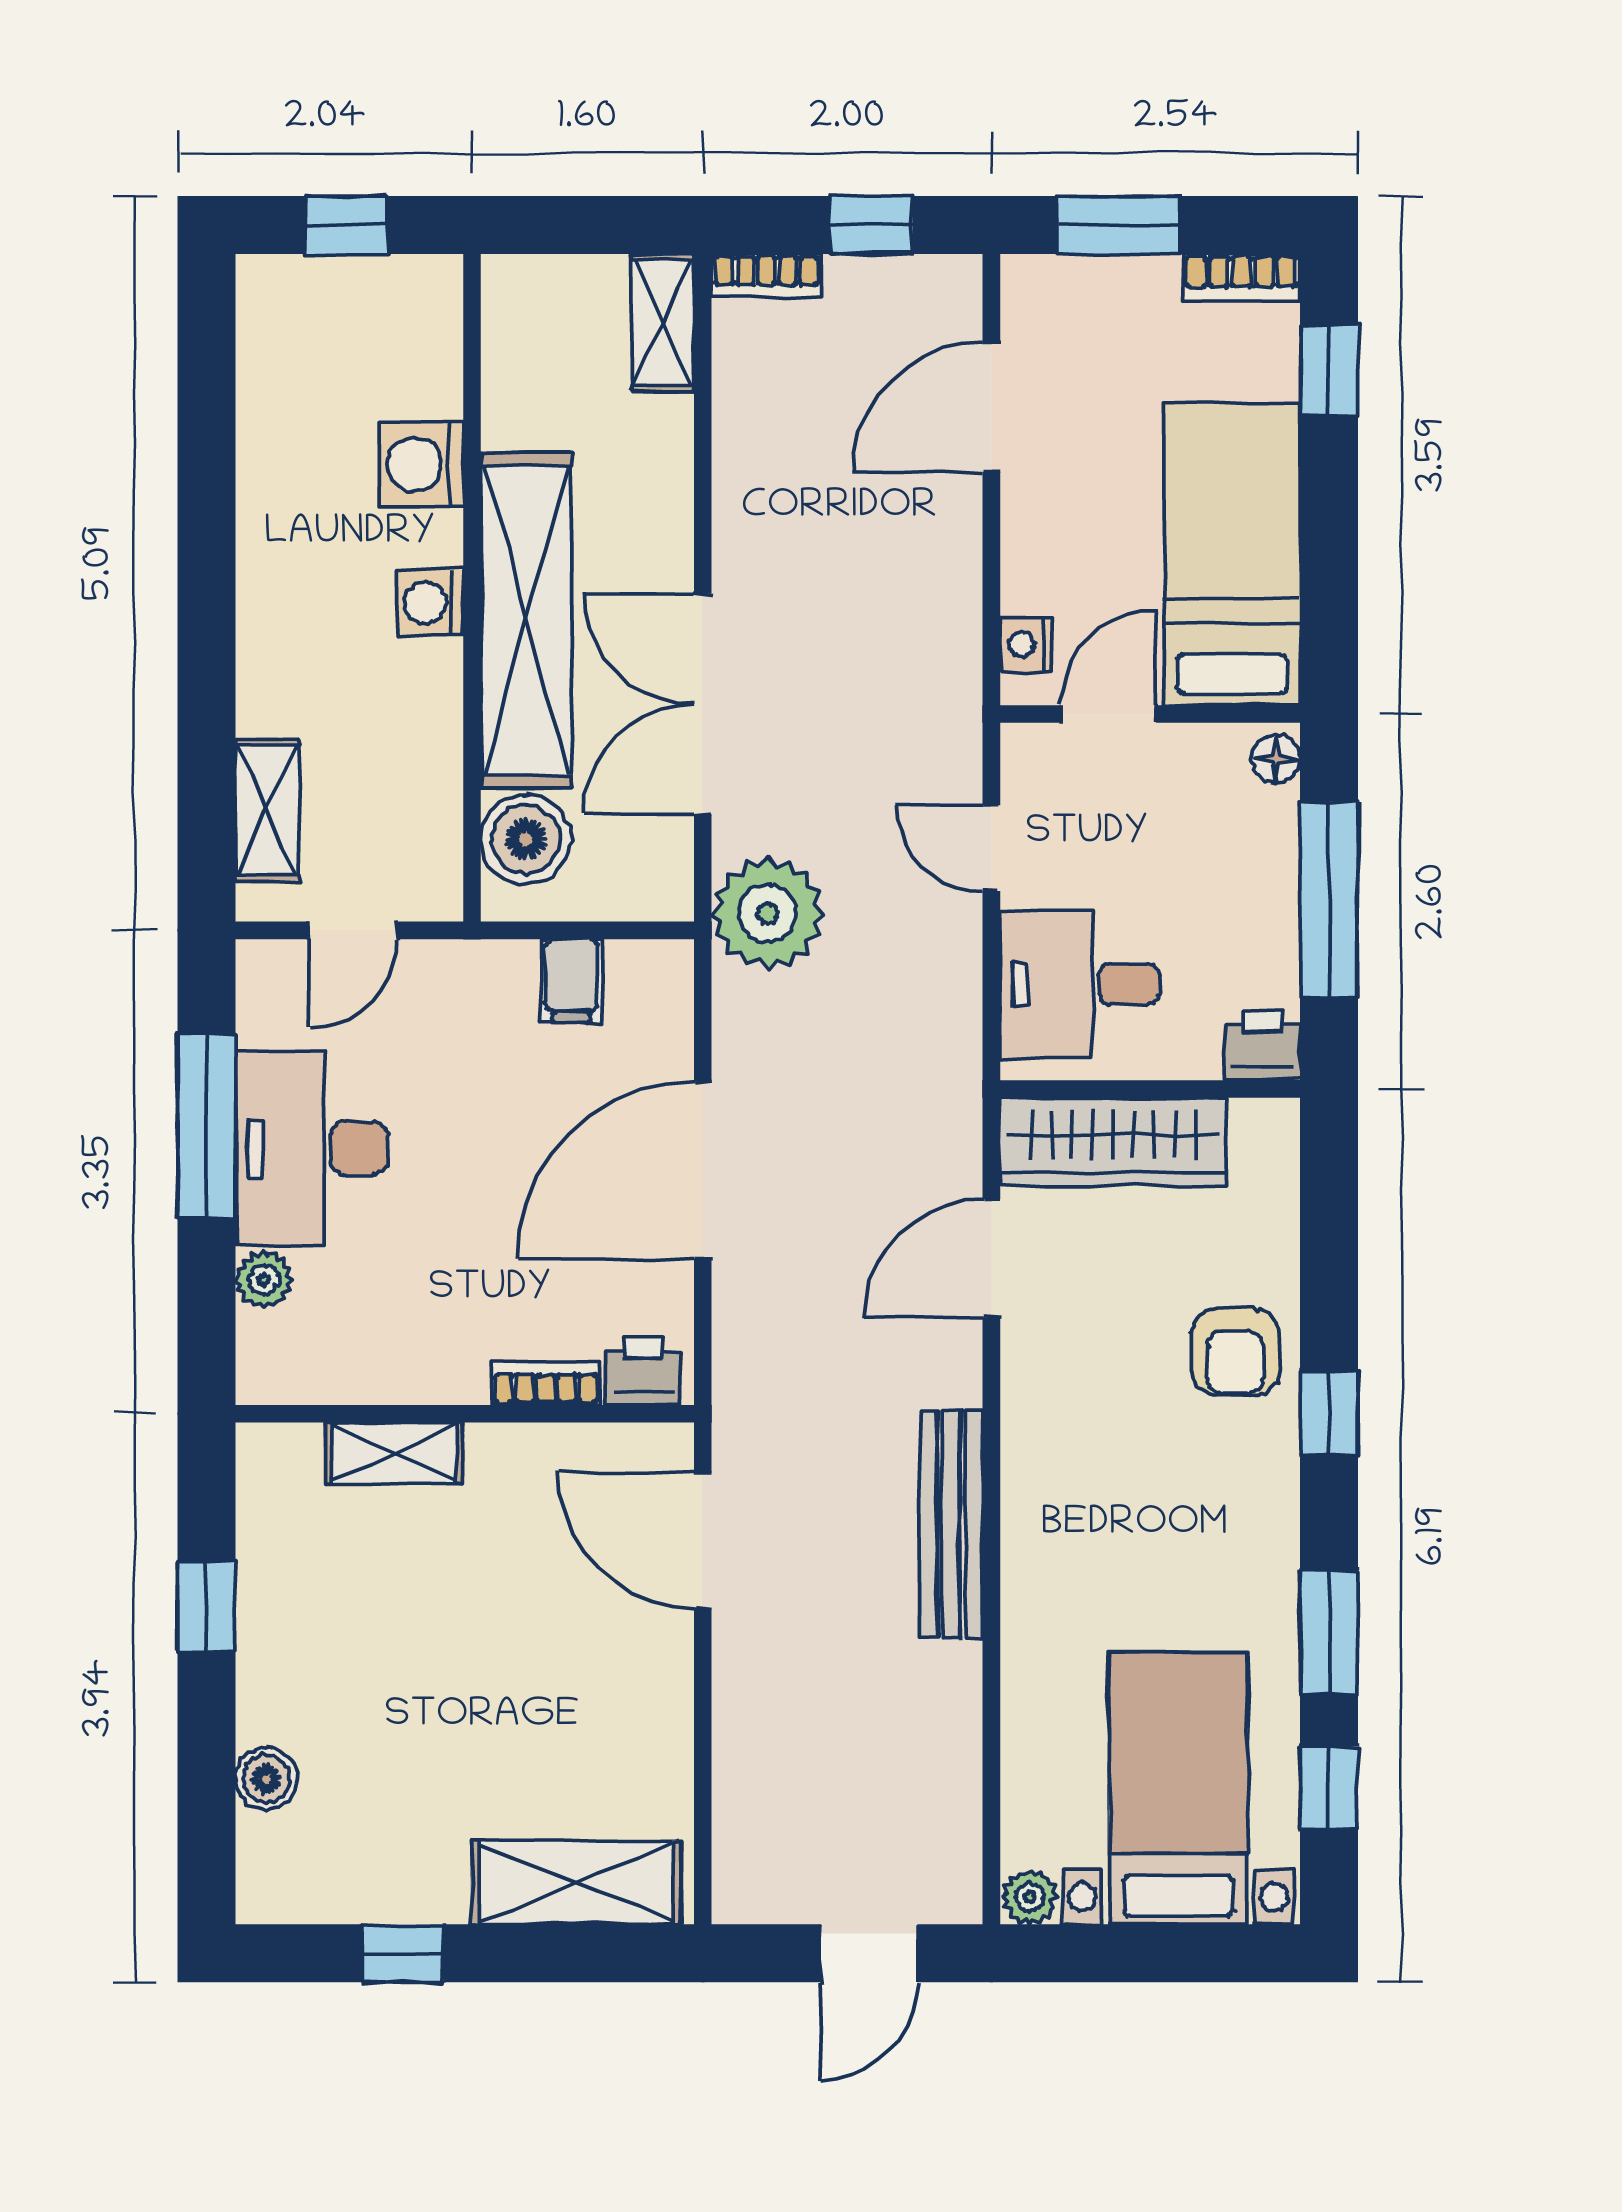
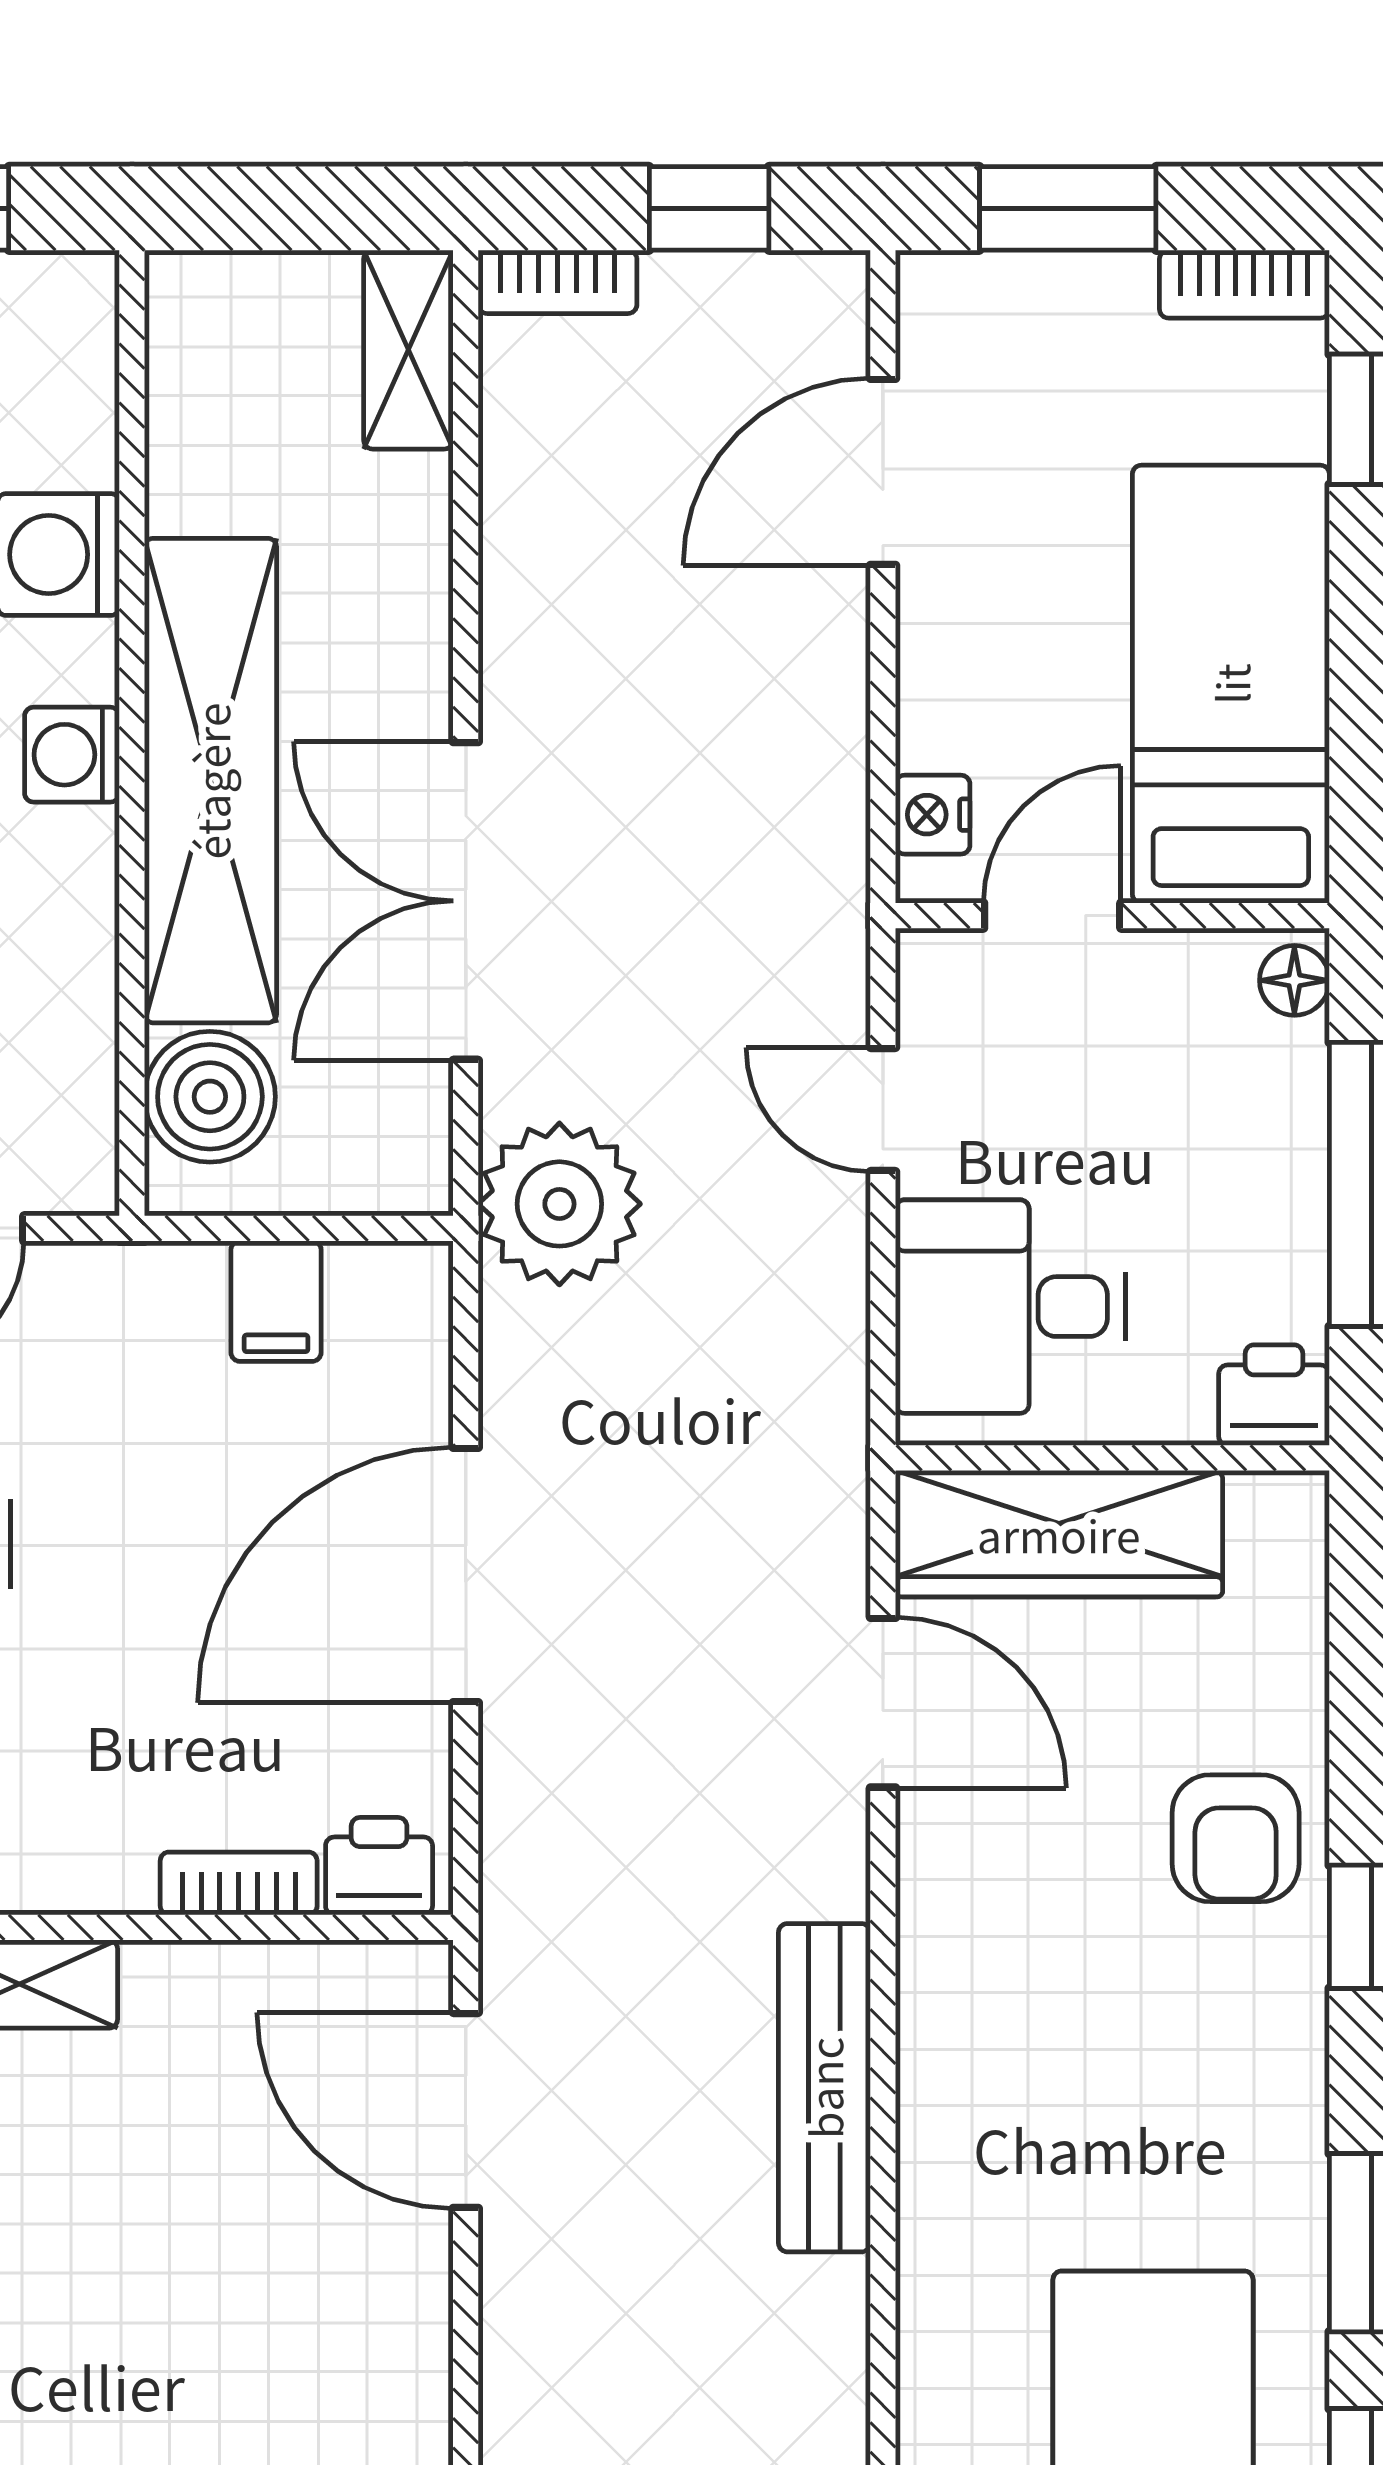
door: (991, 1258) -> (883, 1703), swing flipped

